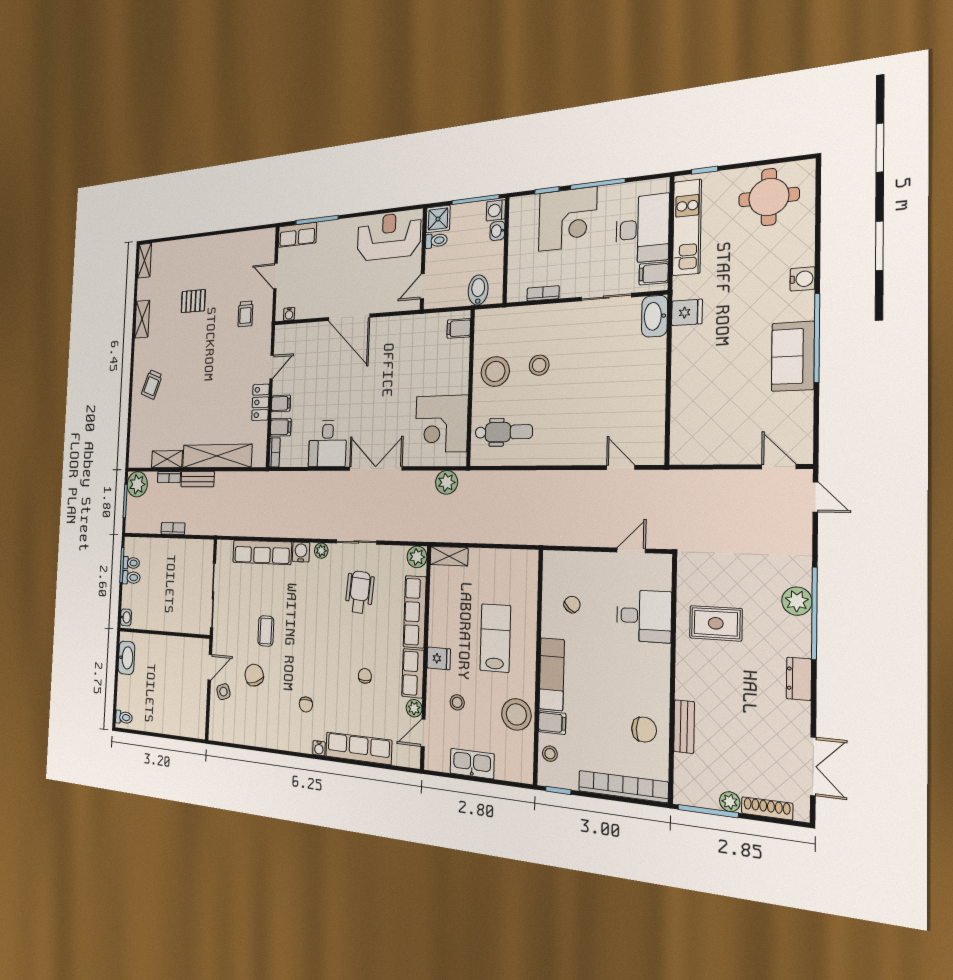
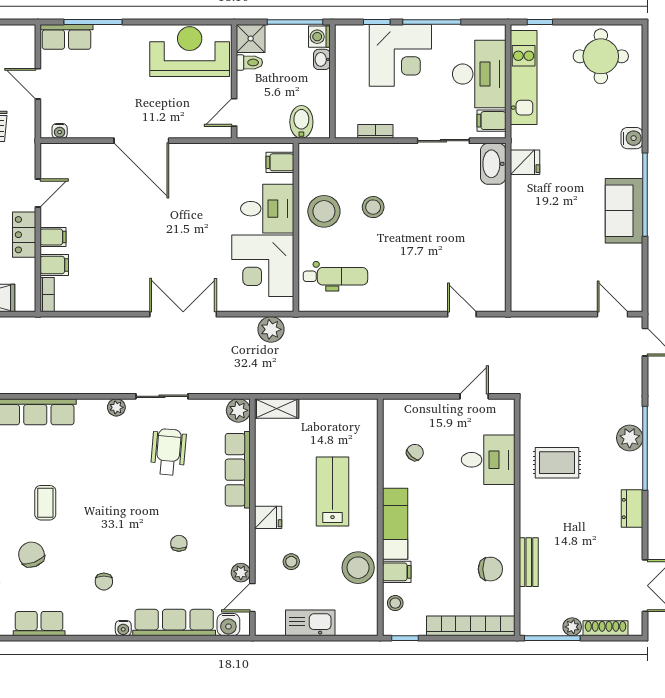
desk: (327, 444) -> (267, 209), moved, turned -90
water cooler: (301, 552) -> (228, 625), moved, turned 180
row of seats: (413, 673) -> (39, 624), moved, turned 90

